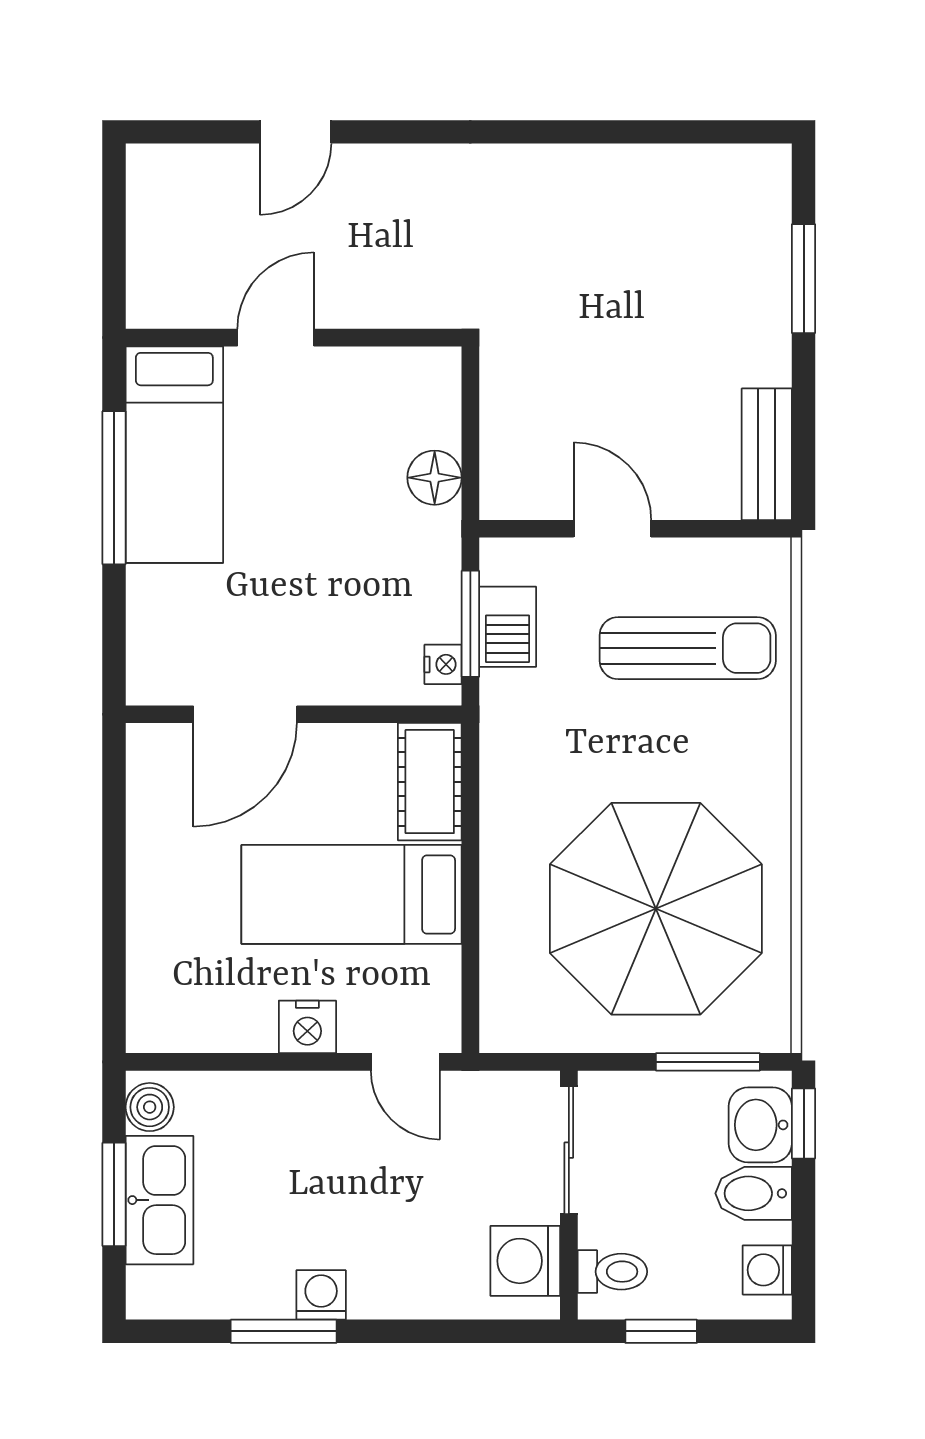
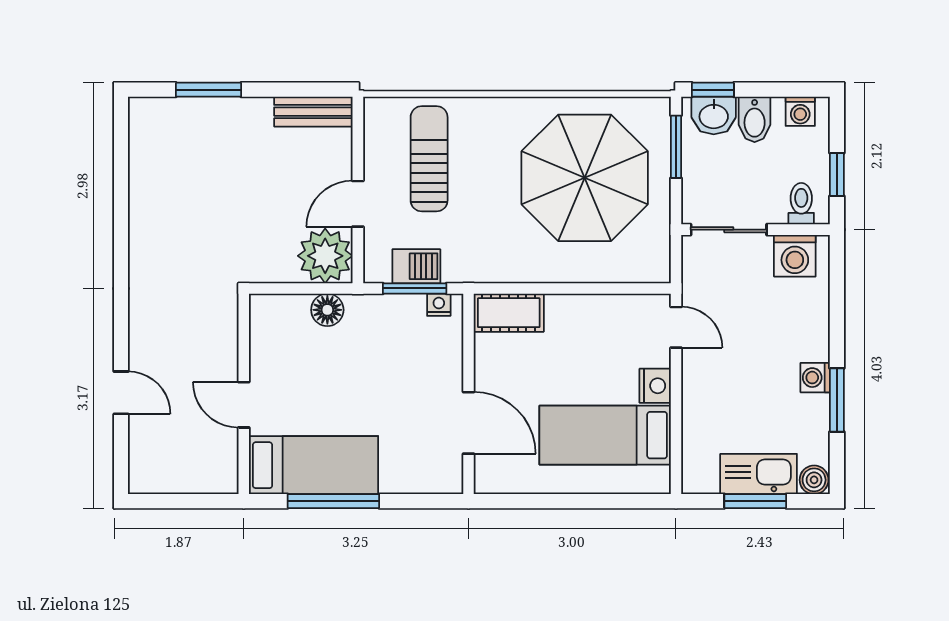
plant: (525, 474) -> (325, 256), added
bed: (352, 894) -> (605, 435), moved, turned 90
door: (405, 1062) -> (676, 327), hinge flipped
boiler: (150, 1107) -> (814, 480), moved

